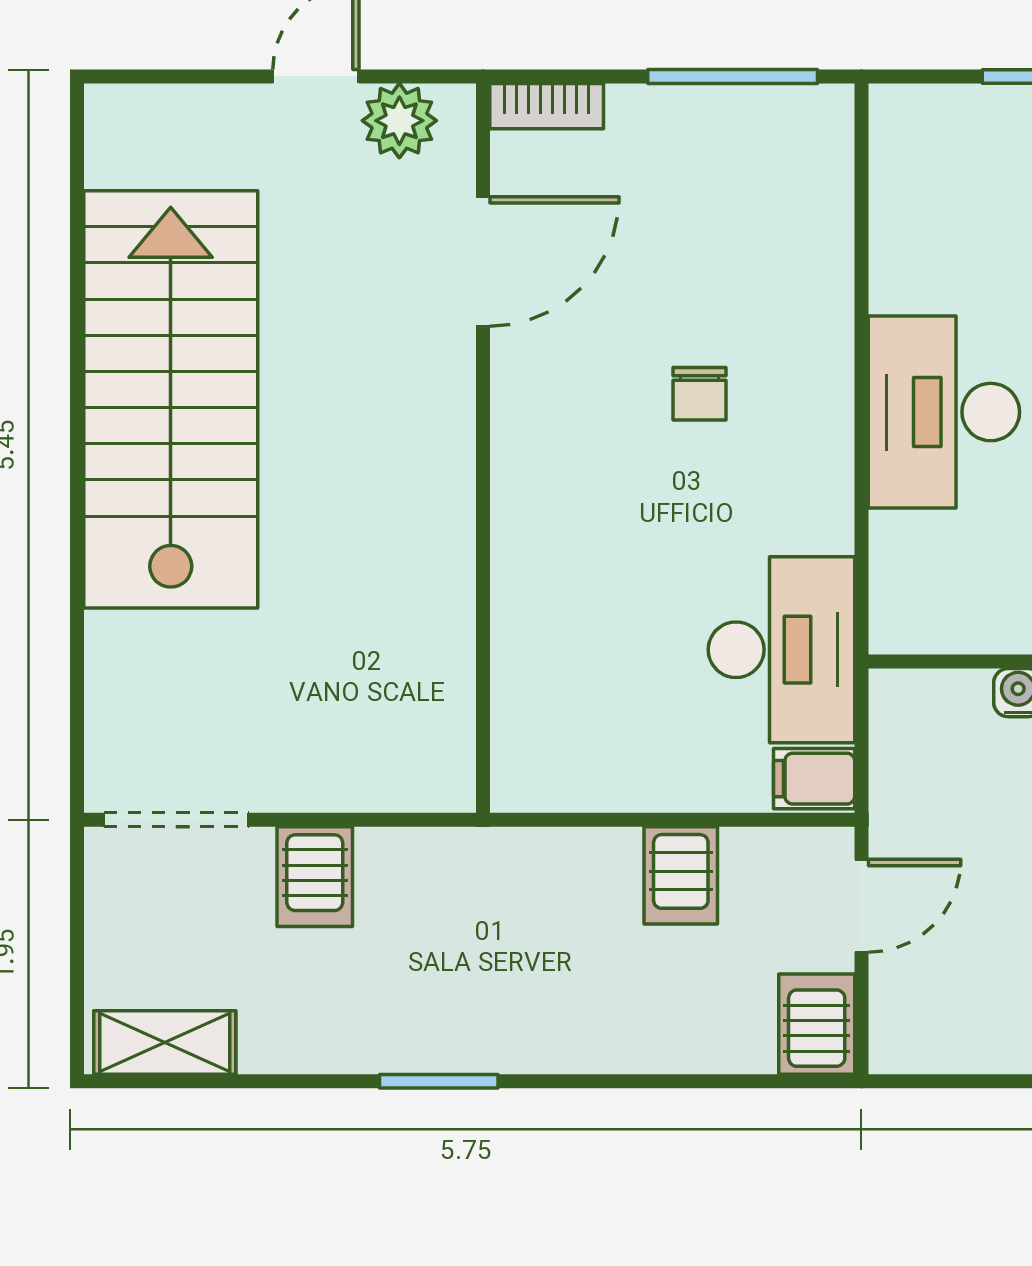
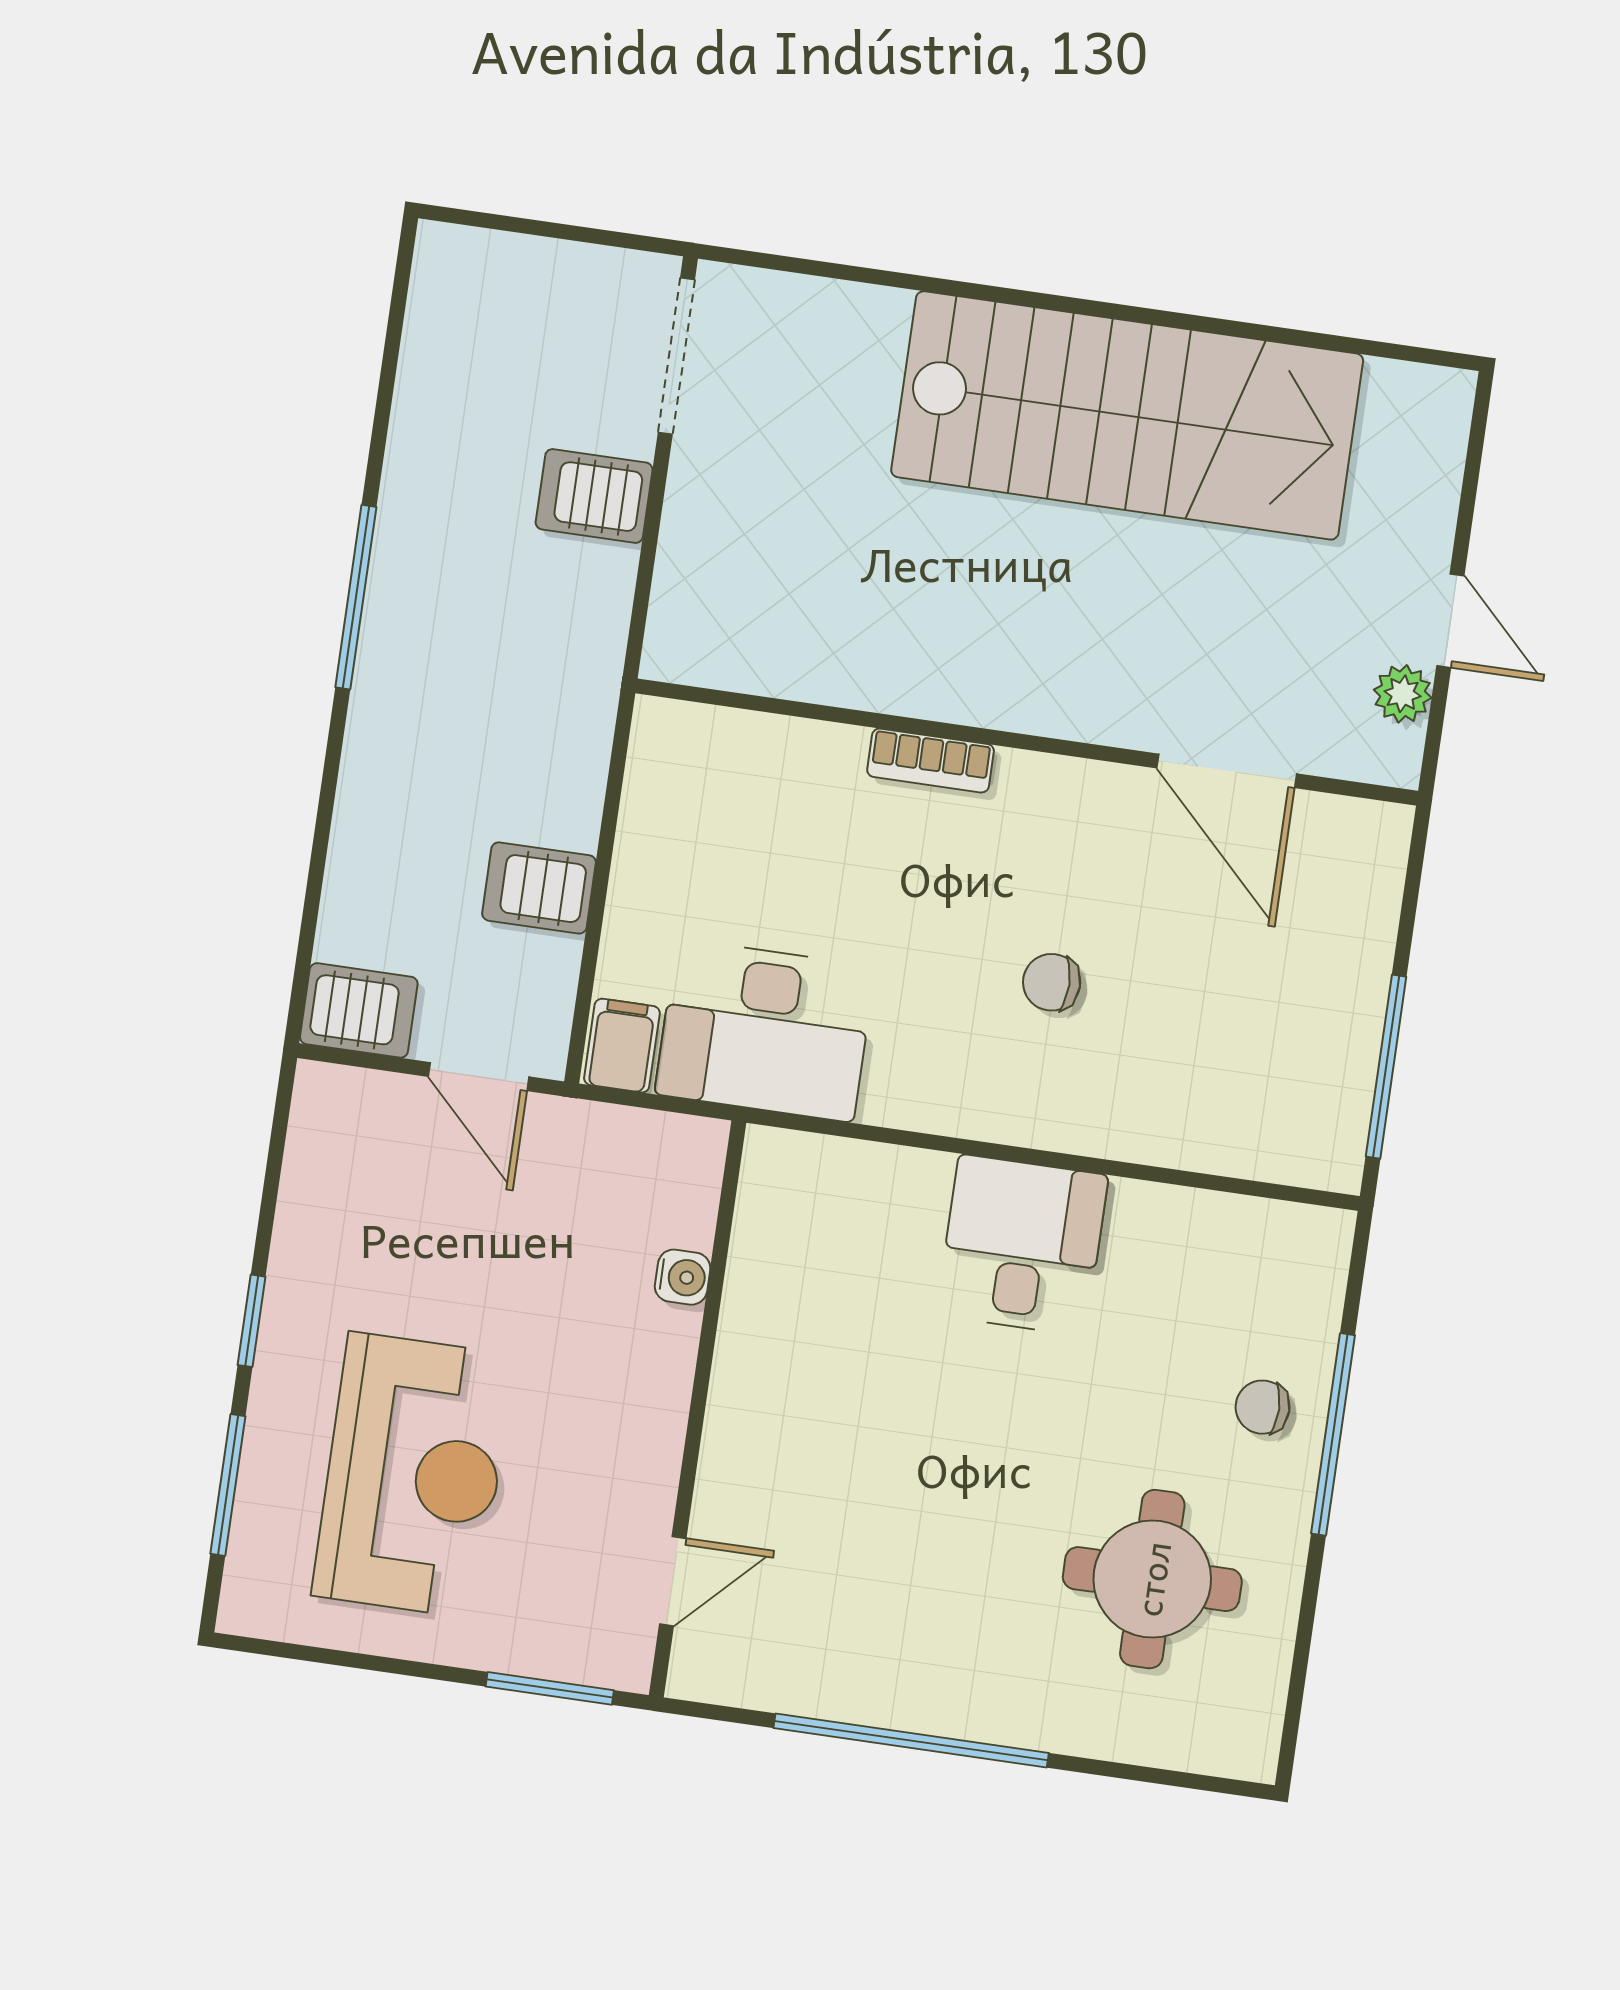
bookcase: (547, 106) -> (931, 761), moved, turned -90
plant: (399, 121) -> (1403, 694), width x0.73, depth x0.73
desk: (944, 412) -> (1022, 1245), width x0.73
shelving: (165, 1043) -> (440, 310), removed
window: (439, 1081) -> (356, 597), width x1.44

